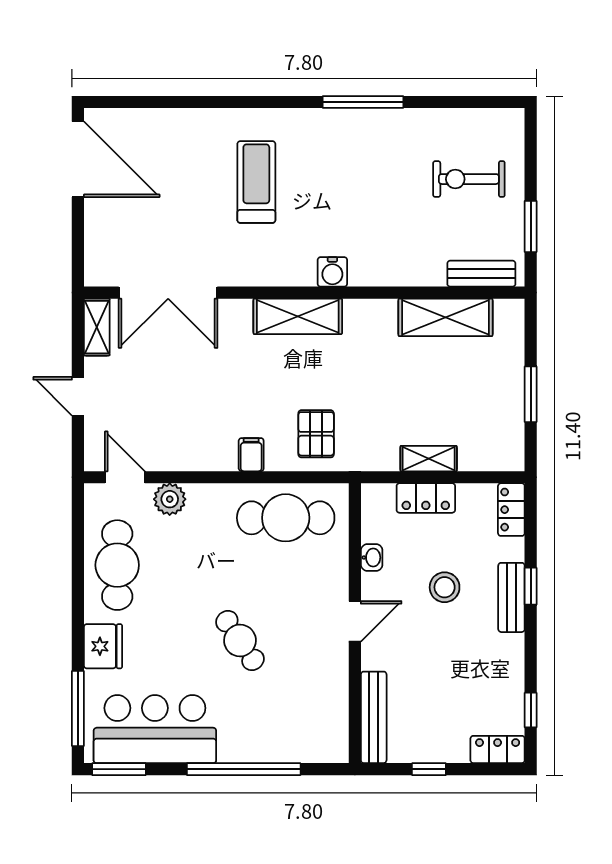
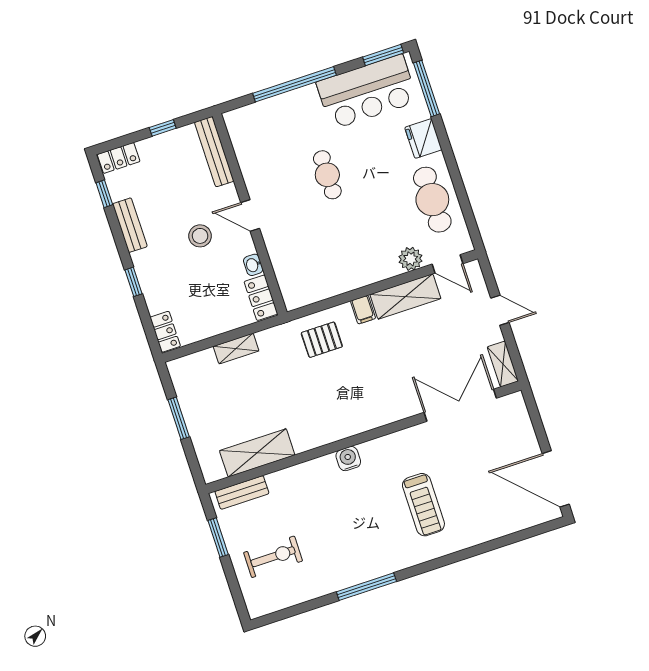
shelving: (298, 316) -> (405, 296), moved
pallet: (316, 434) -> (322, 340), turned 90
locker: (426, 498) -> (261, 298), moved, turned -90
cafe table: (286, 518) -> (324, 273), removed
stool: (445, 587) -> (200, 236), moved
bench: (511, 597) -> (130, 225), moved
door: (355, 621) -> (250, 215), hinge flipped
cafe table: (240, 641) -> (327, 175), turned 34

